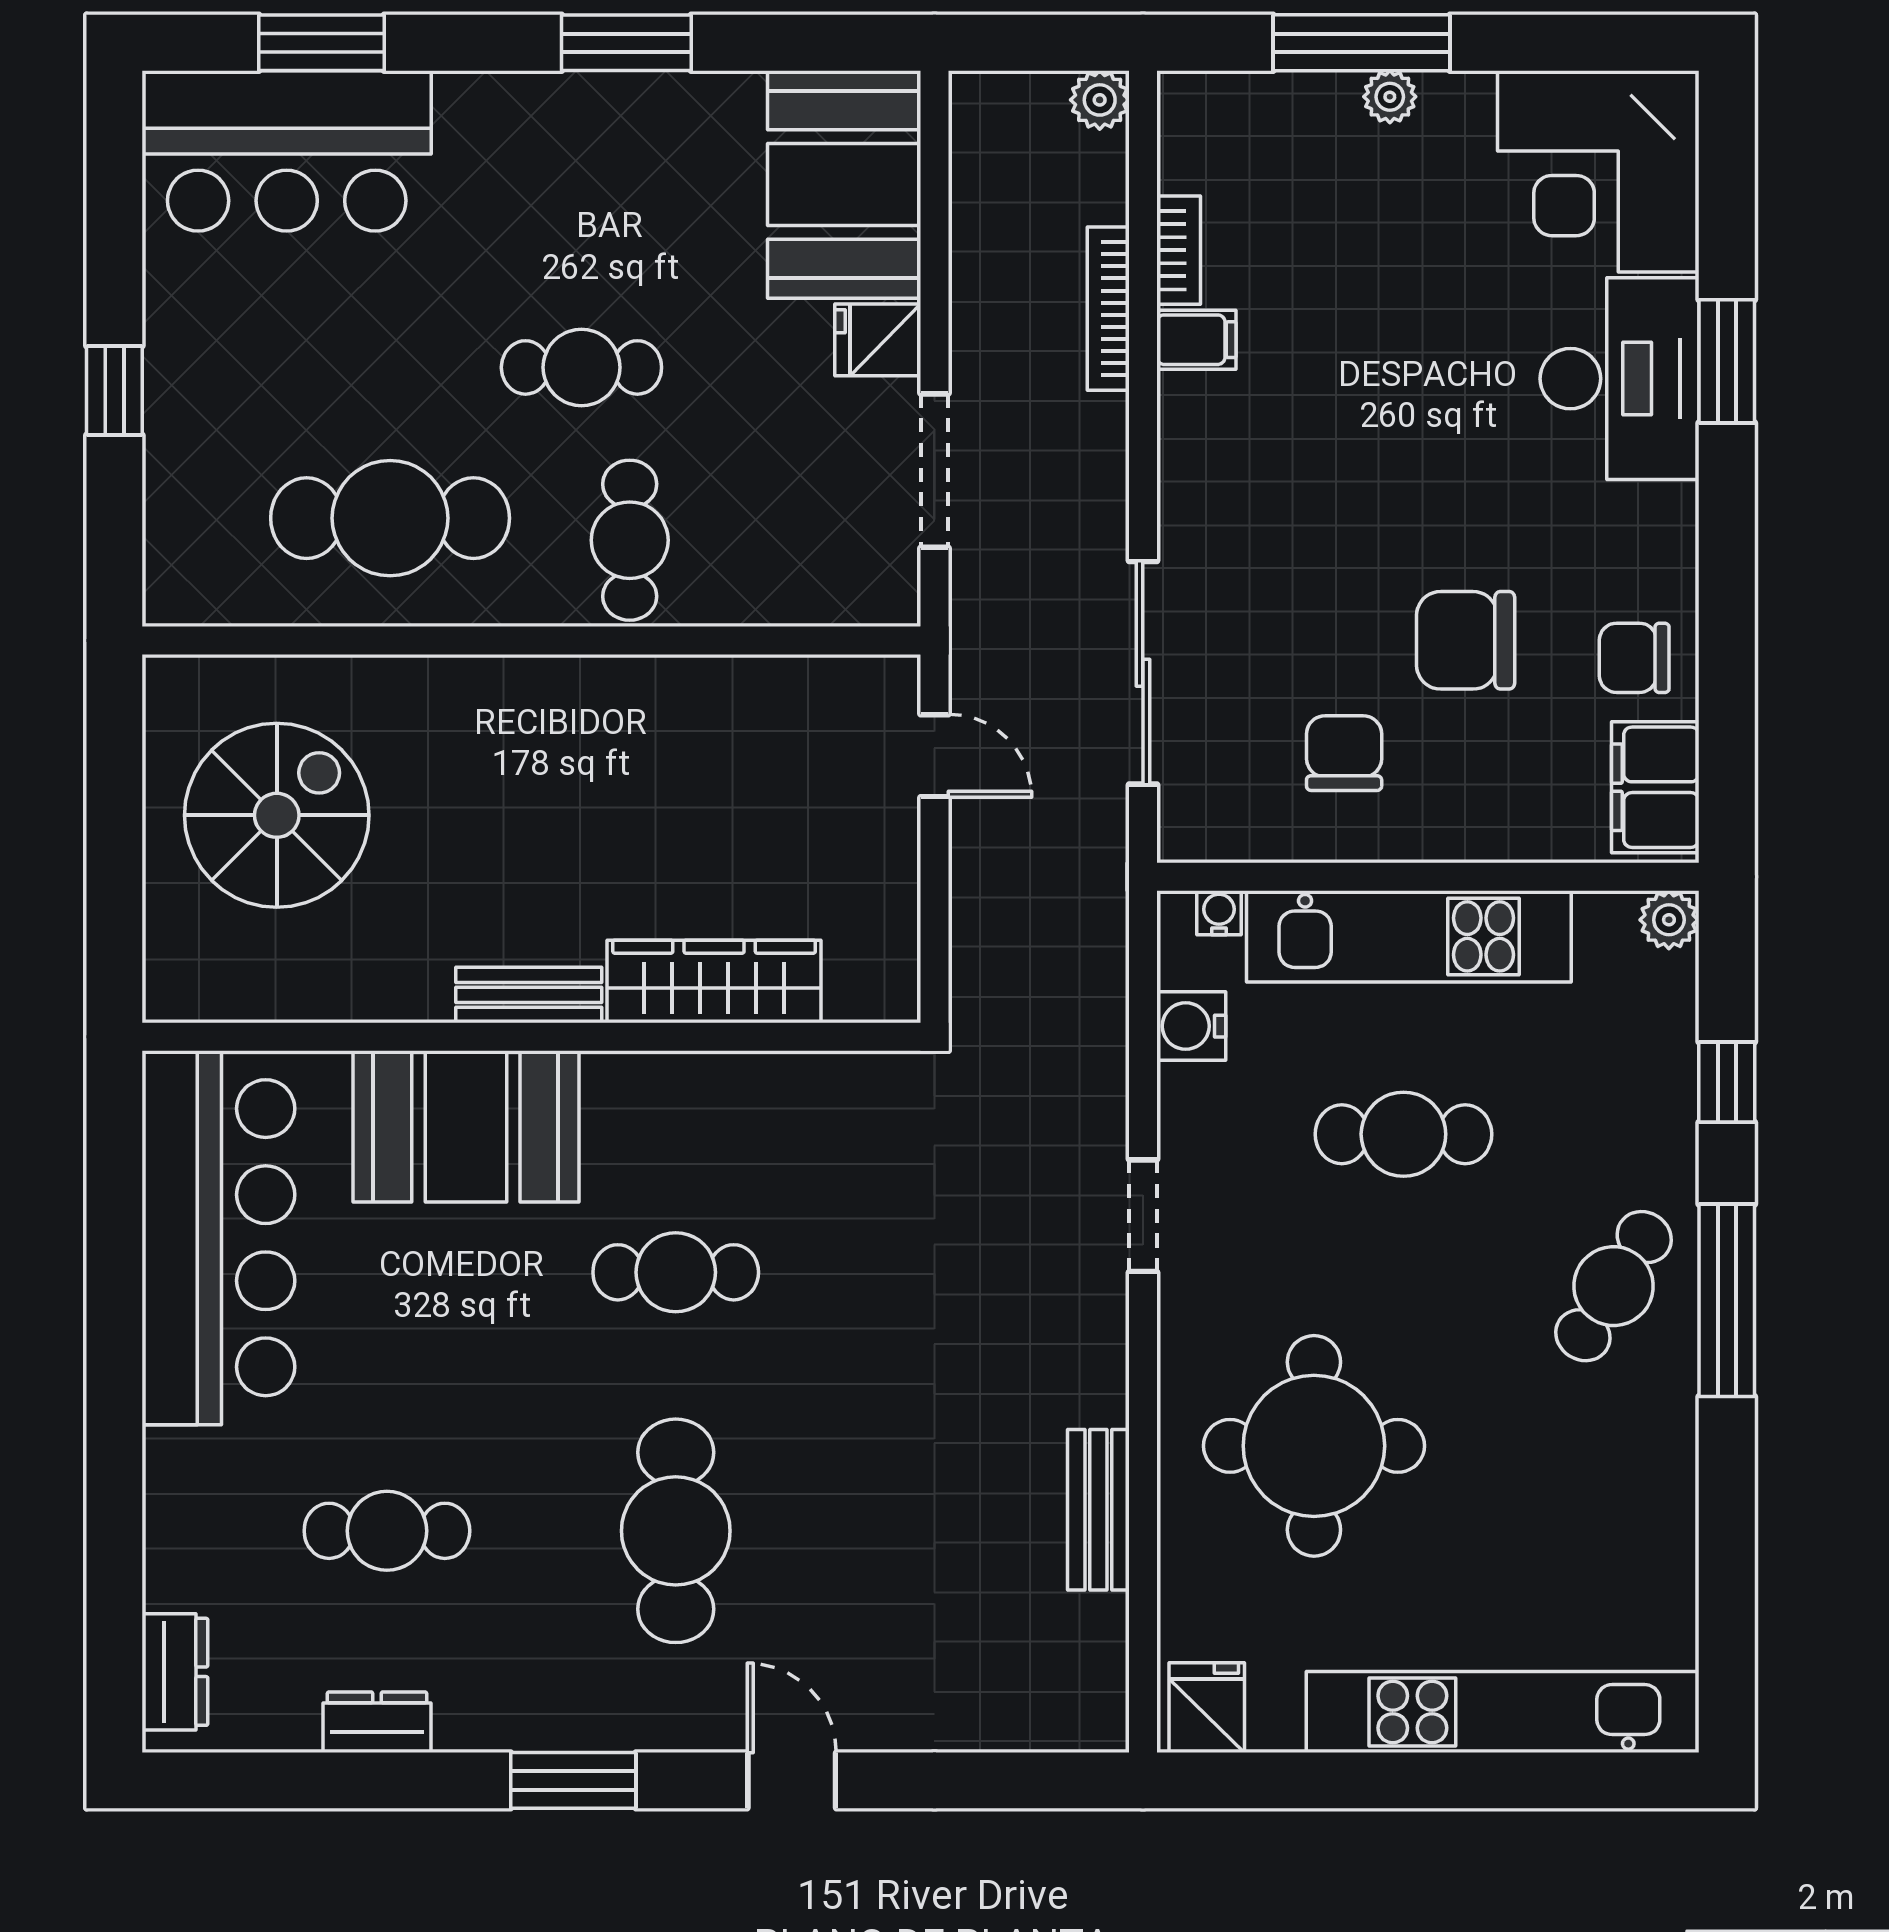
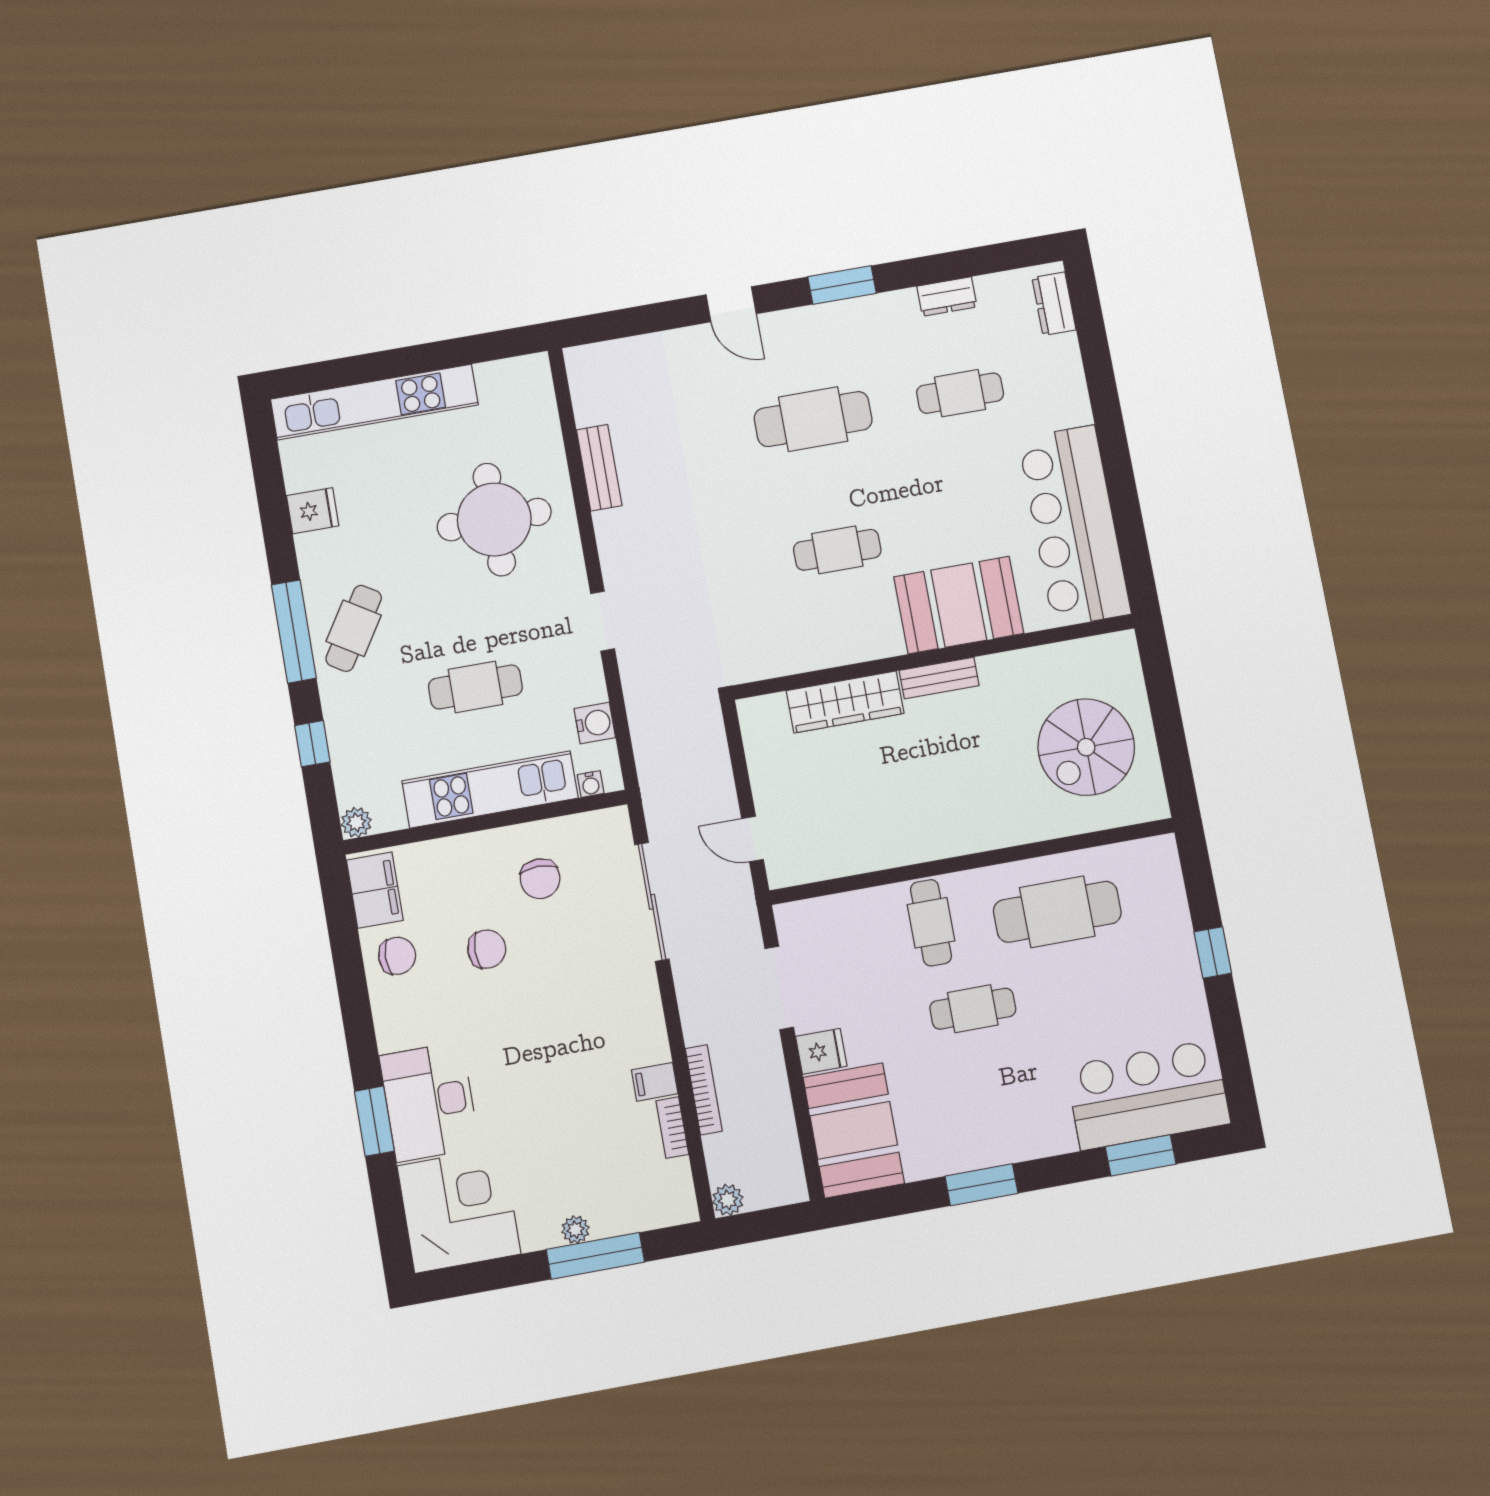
chair: (1466, 640) -> (487, 949), width x0.73, depth x0.73
cafe table: (676, 1531) -> (813, 419), turned 90
fridge: (1207, 1708) -> (313, 511), moved, turned -90

